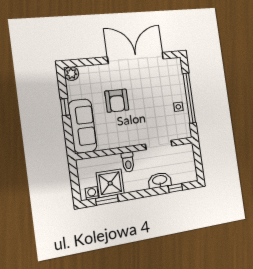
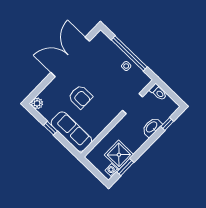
toilet: (128, 162) -> (158, 92), moved

